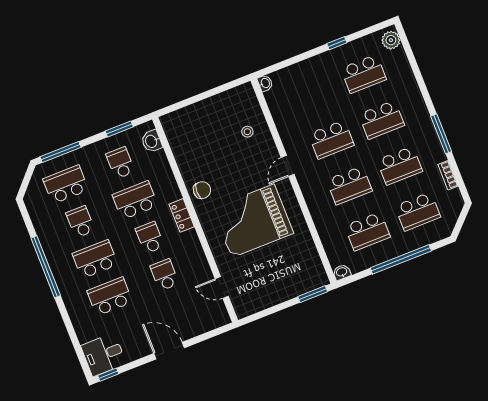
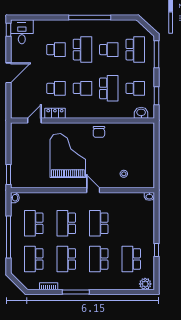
locker: (182, 215) -> (55, 113), moved
school desk: (110, 296) -> (56, 50), width x0.54

